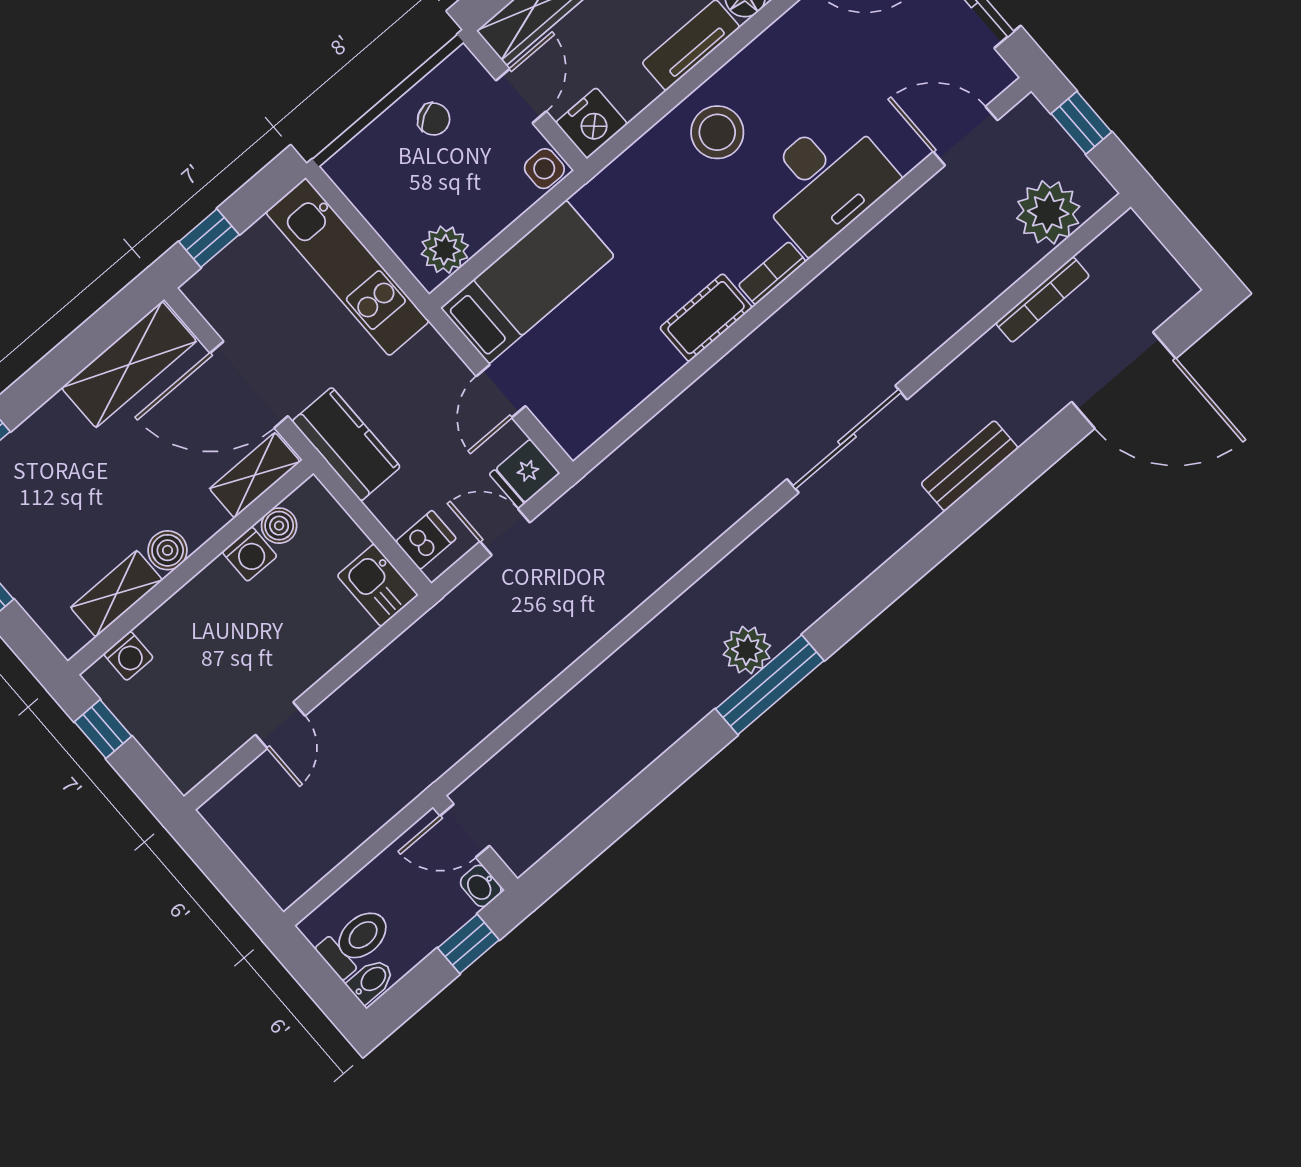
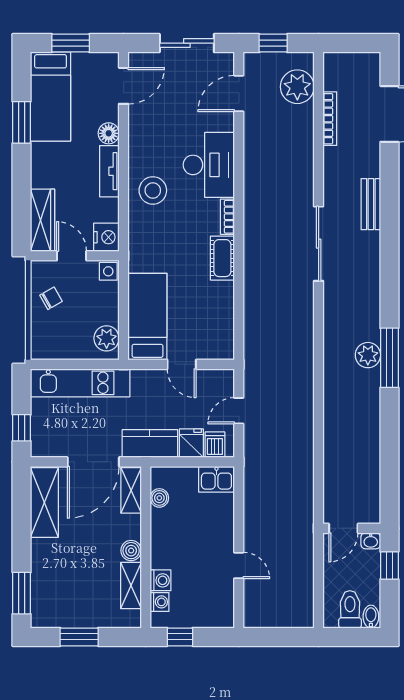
fridge: (525, 474) -> (191, 443), moved, turned 180
washing machine: (250, 554) -> (161, 580), moved

